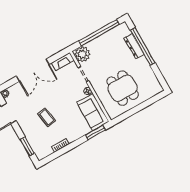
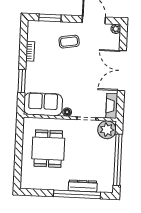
dining table: (123, 88) -> (48, 149), turned 90
coffee table: (47, 117) -> (69, 42), moved
window: (95, 133) -> (22, 81), moved

